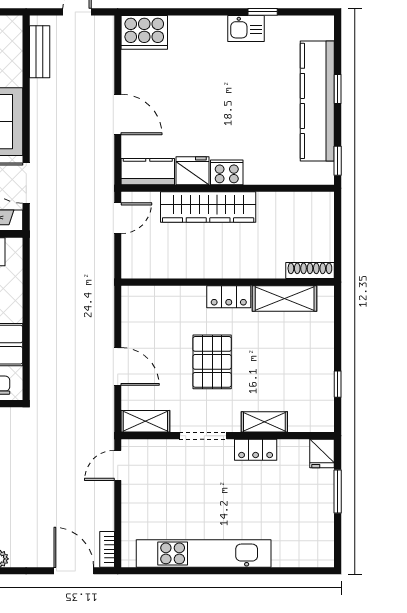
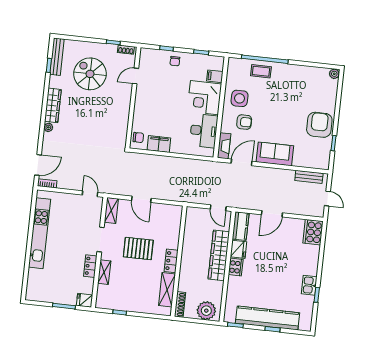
plant: (316, 219) -> (206, 311), added
door: (118, 366) -> (141, 199), hinge flipped

